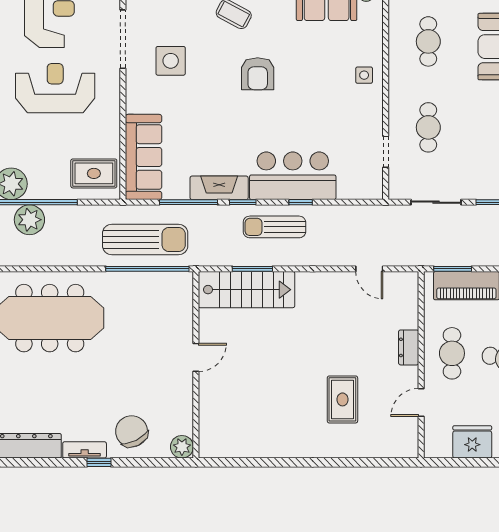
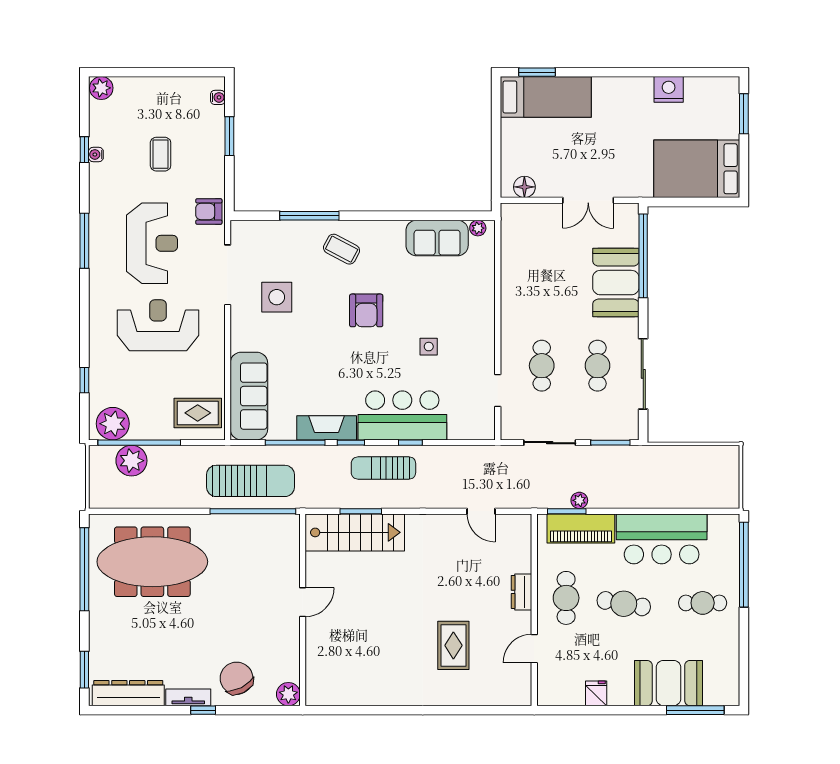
cafe table: (428, 41) -> (598, 366), moved
side table: (364, 75) -> (429, 347), moved
plant: (465, 258) -> (579, 500), added
fridge: (472, 442) -> (596, 693), width x0.53, depth x0.75

